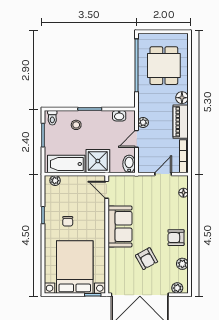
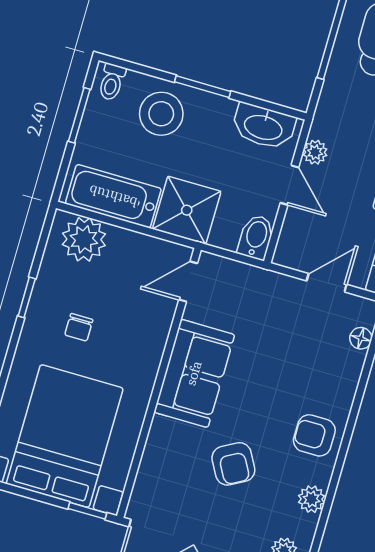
washbasin: (119, 116) -> (263, 126), width x1.91, depth x1.45
stool: (76, 125) -> (161, 114), width x1.89, depth x1.89
door: (137, 139) -> (289, 185), swing flipped
plant: (55, 181) -> (84, 239), width x1.87, depth x1.87
door: (107, 190) -> (188, 281), hinge flipped

